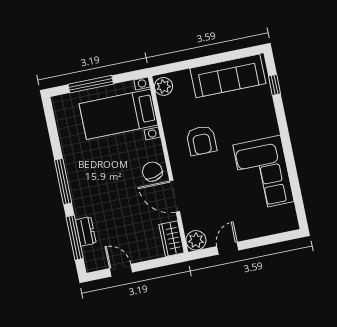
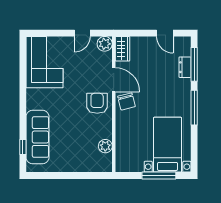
sofa: (228, 76) -> (38, 137), moved, turned 90
plant: (163, 86) -> (105, 146), moved
bed with nightstands: (119, 114) -> (168, 145), moved, turned -90
armchair: (201, 140) -> (97, 103), moved
corner sofa: (263, 173) -> (44, 62), moved

